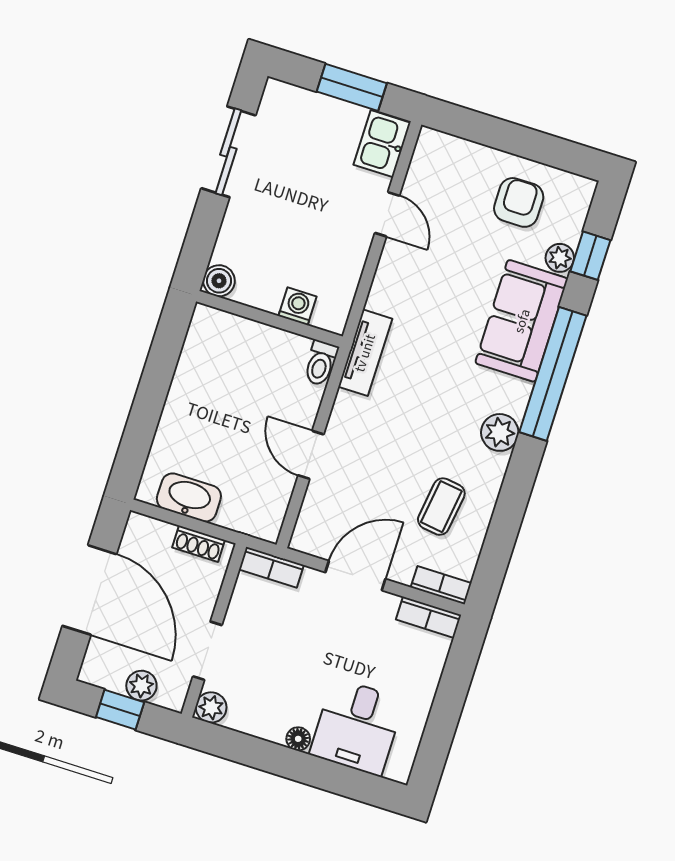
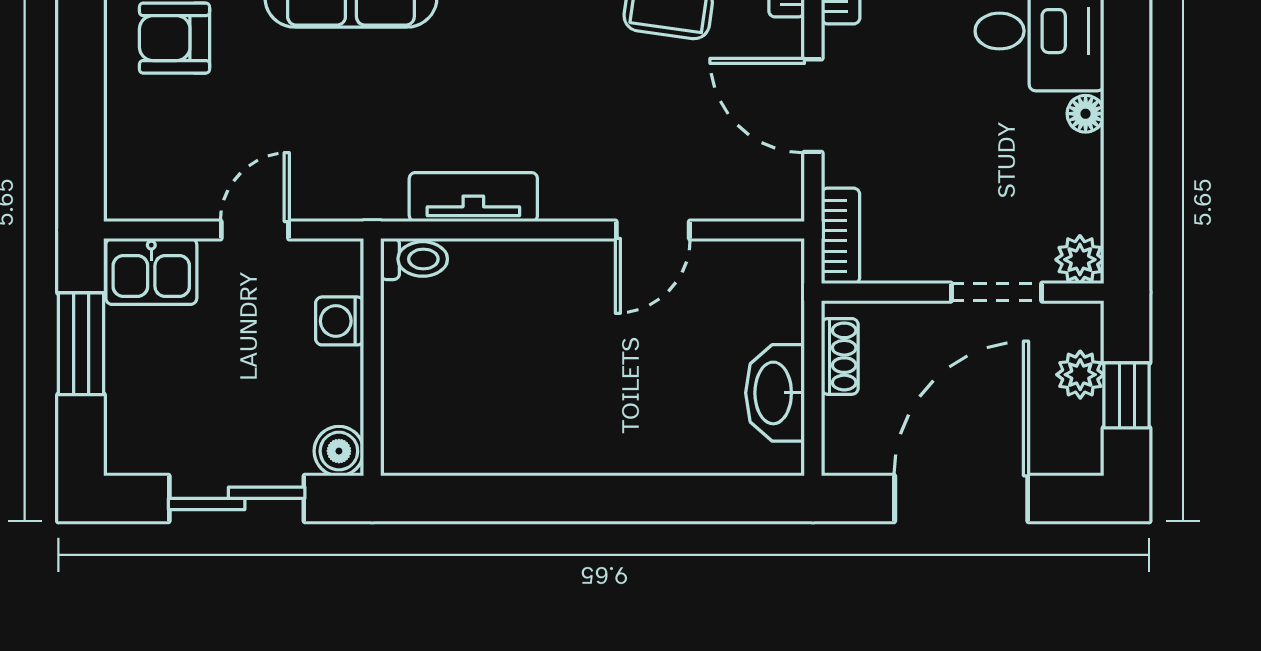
boiler: (219, 281) -> (339, 451), moved
washing machine: (298, 306) -> (340, 321), moved
wall: (269, 319) -> (372, 357), moved
toilet: (321, 363) -> (414, 259), moved

